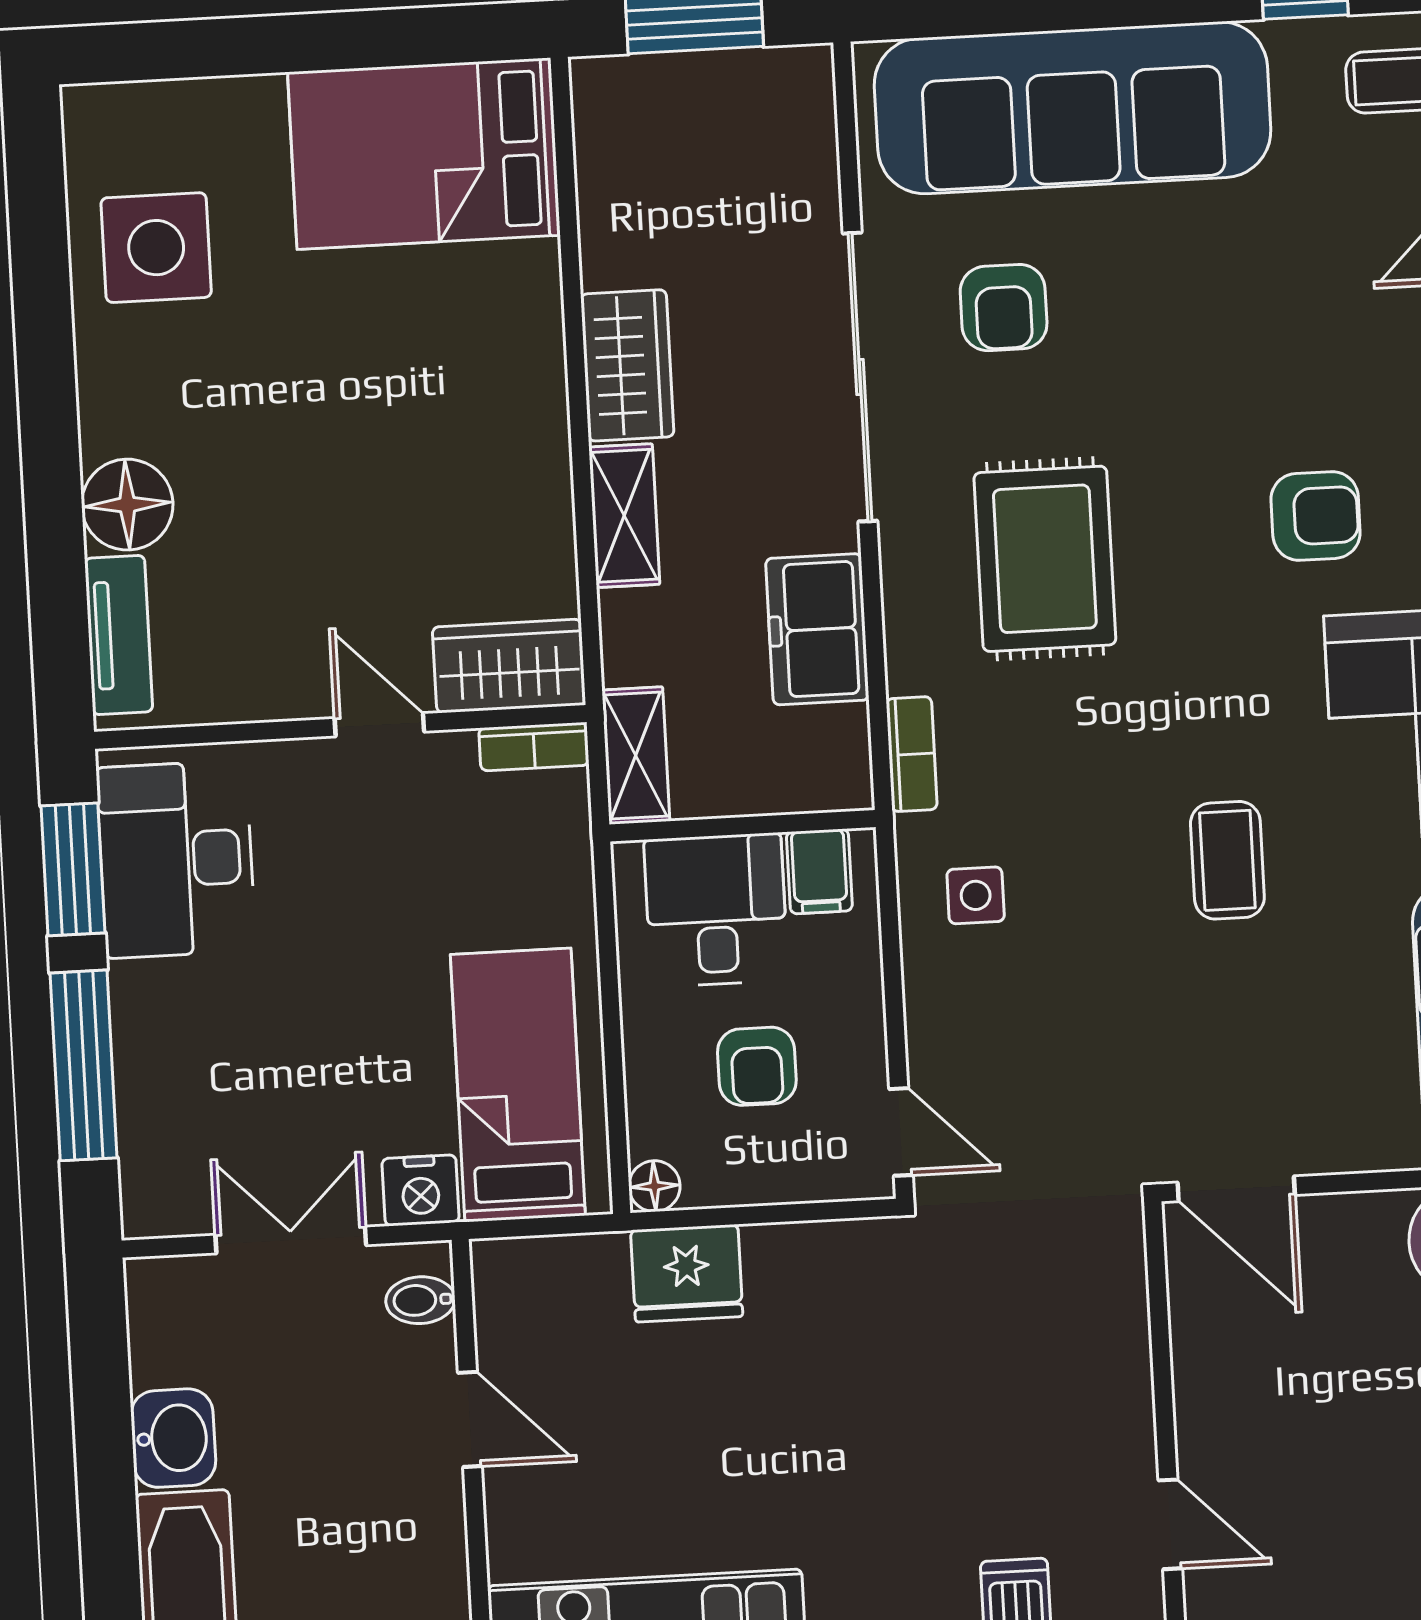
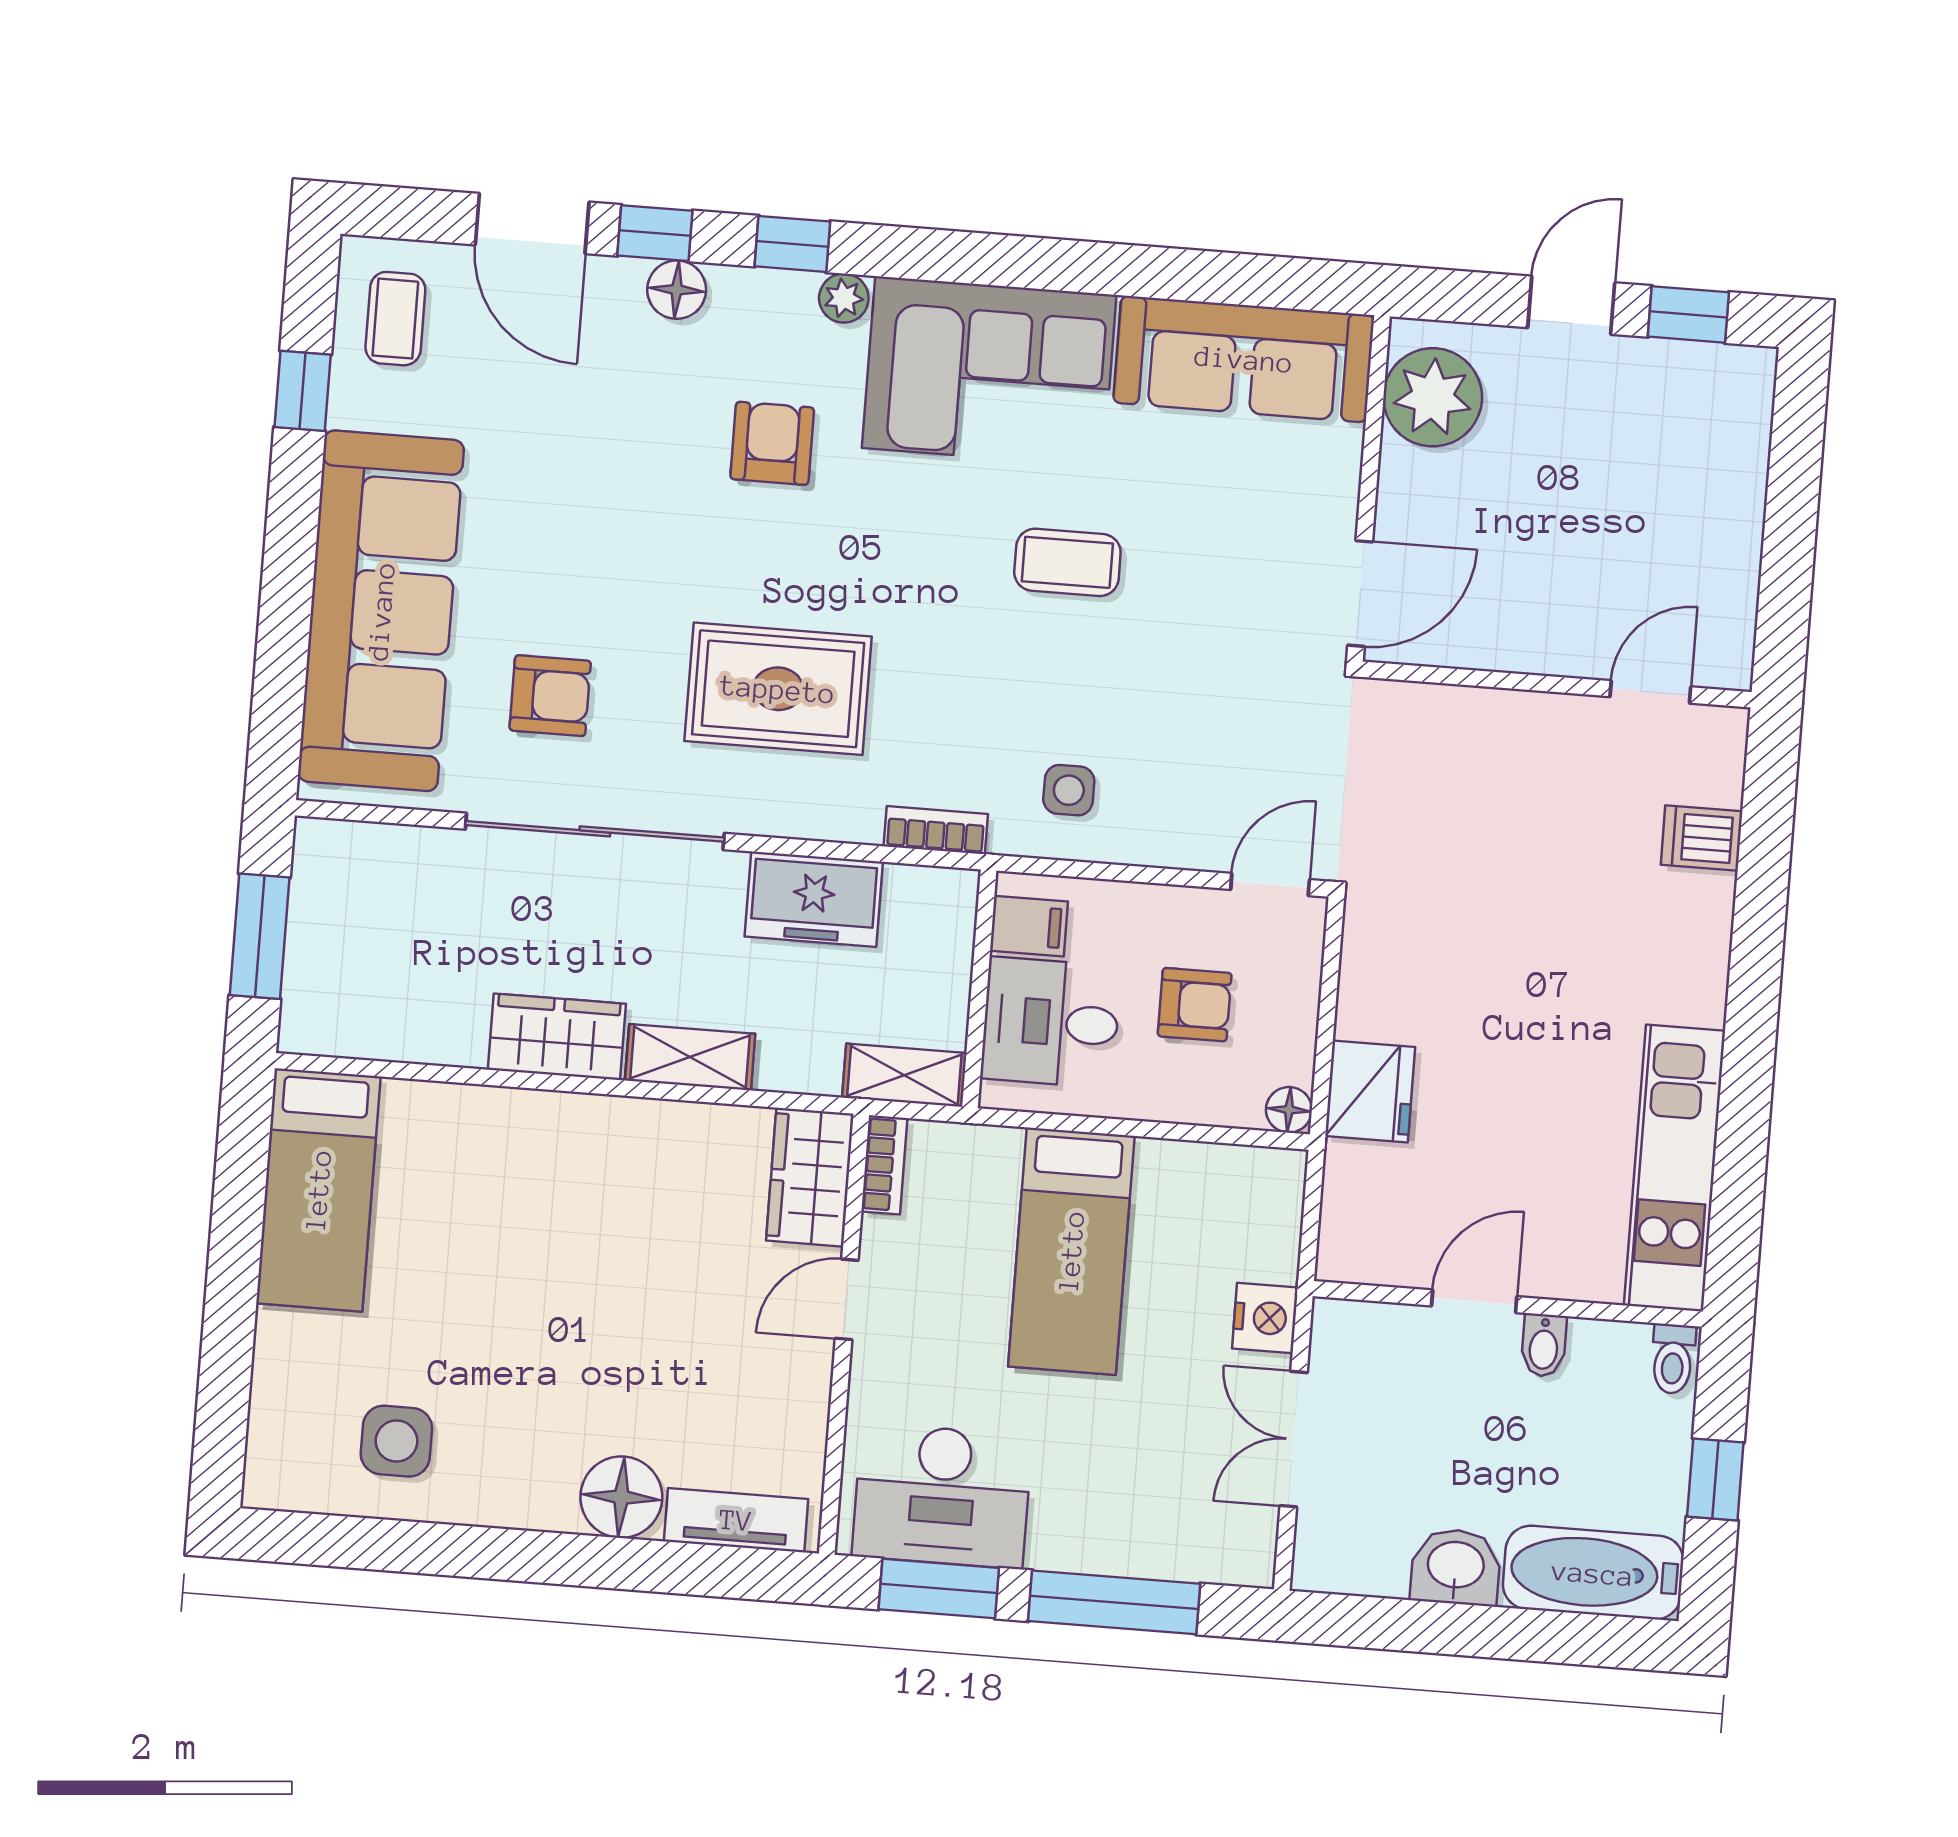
bed: (424, 154) -> (318, 1190), width x0.67
side table: (156, 248) -> (396, 1441), width x0.73, depth x0.73
bed: (518, 1085) -> (1071, 1251), moved, turned -90
bidet: (420, 1300) -> (1544, 1345), moved

